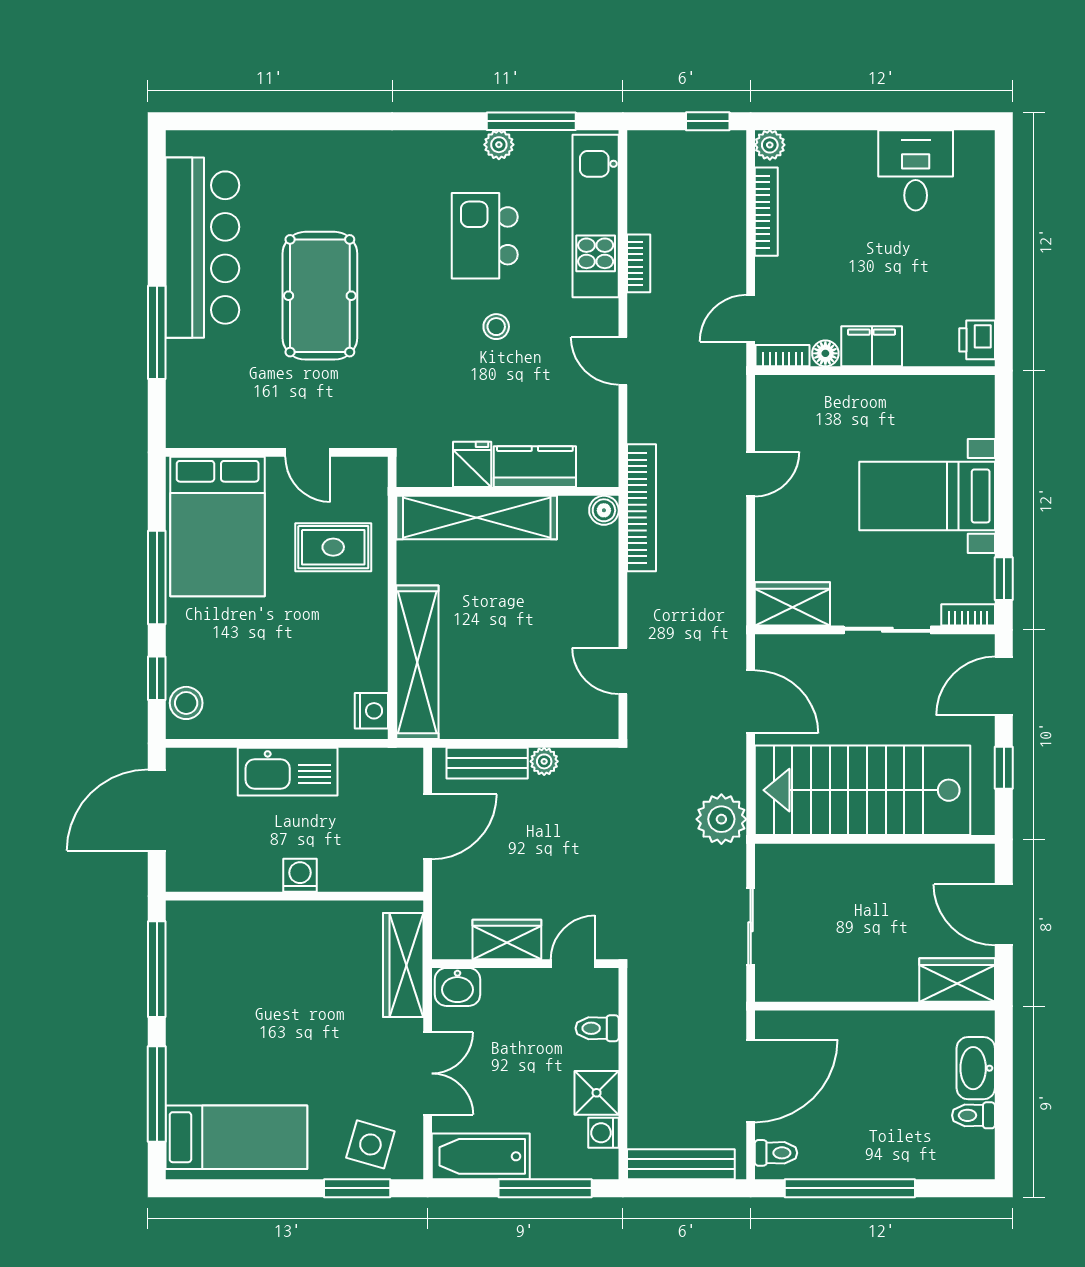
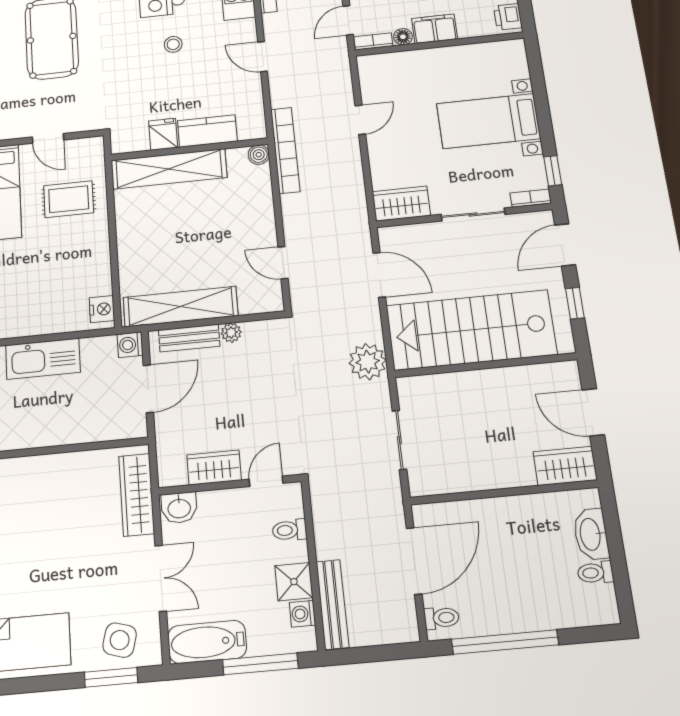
shelving: (417, 662) -> (181, 307), moved, turned 90
washing machine: (300, 875) -> (130, 345), moved, turned -90
bench: (681, 1164) -> (332, 604), moved, turned 90

